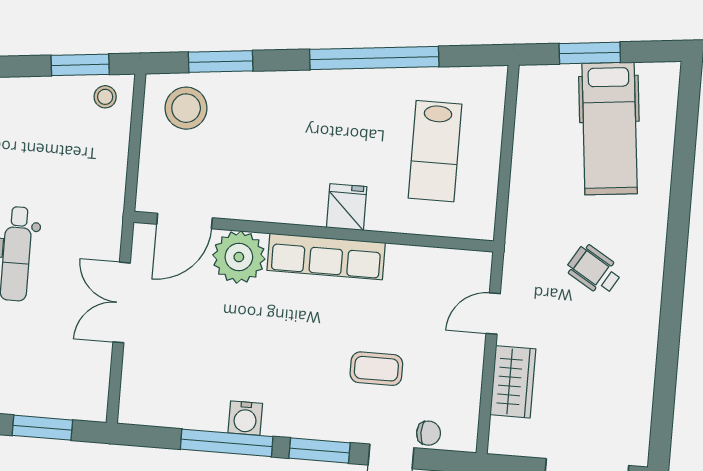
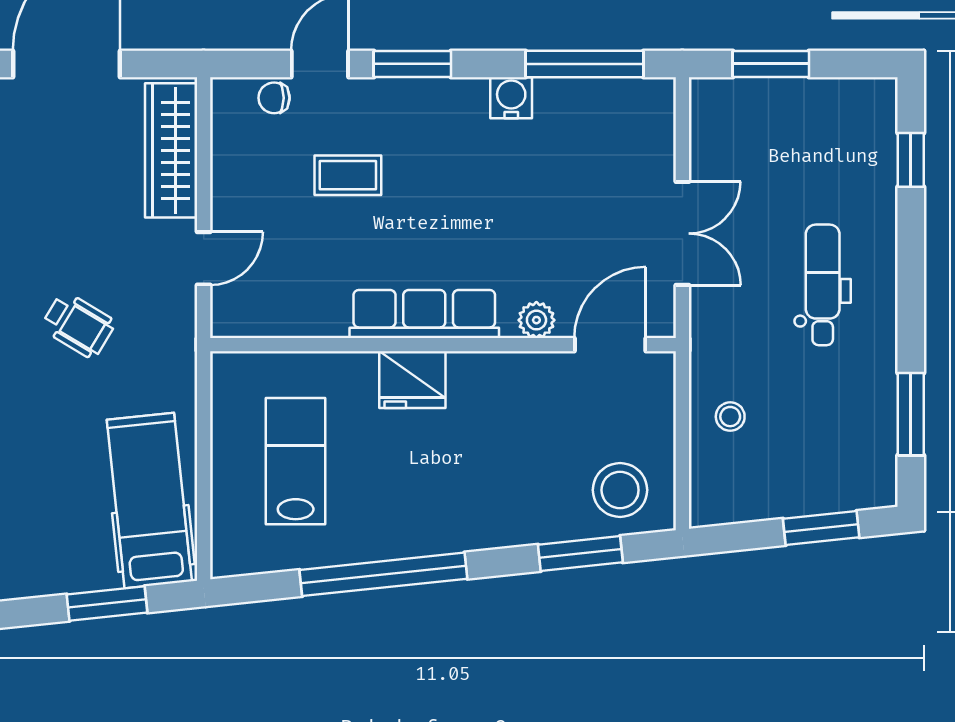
window: (80, 65) -> (821, 528), moved
stool: (105, 97) -> (730, 417), moved
hospital bed: (610, 128) -> (149, 501), moved
fridge: (347, 207) -> (412, 380), width x1.38
plant: (239, 257) -> (536, 320), width x0.53, depth x0.53
wardrobe: (513, 382) -> (171, 150), width x1.50
window: (227, 443) -> (584, 64), moved

